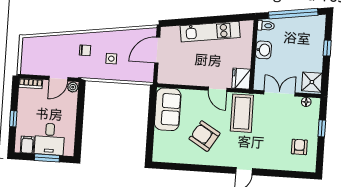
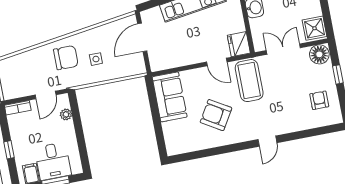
chair: (85, 50) -> (66, 58), width x1.87, depth x1.87
plant: (73, 87) -> (66, 114), moved
floor lamp: (306, 102) -> (319, 54), width x1.89, depth x1.89

